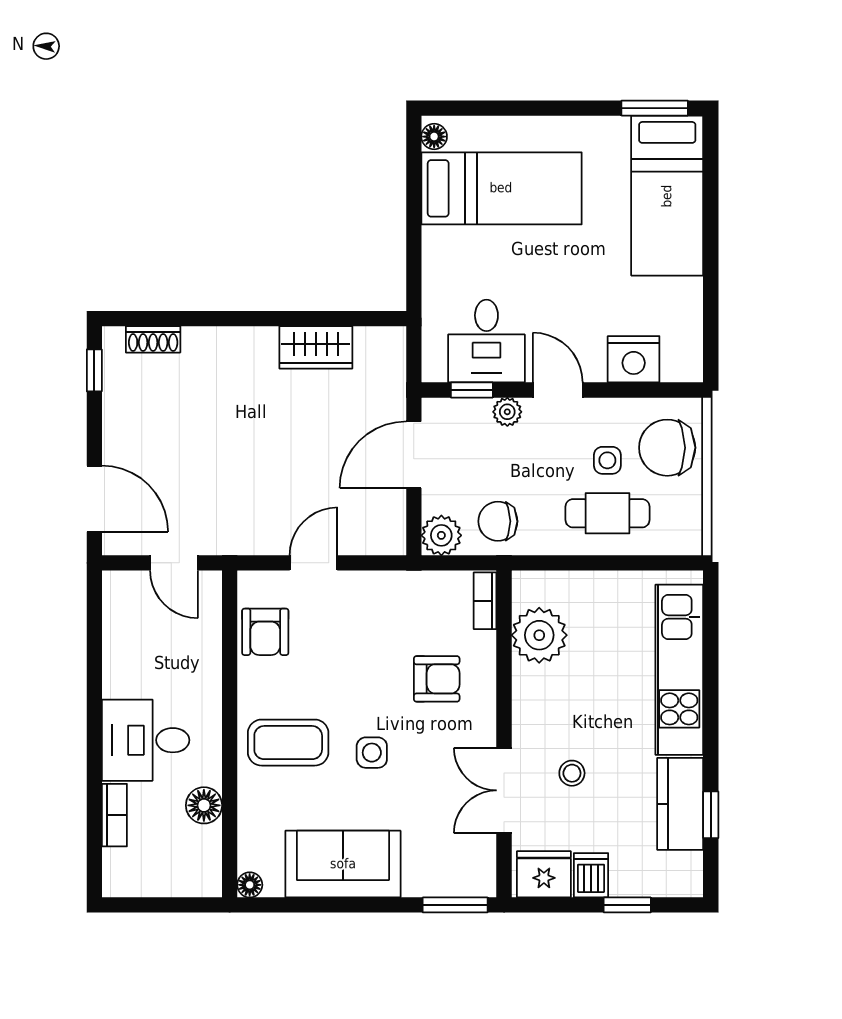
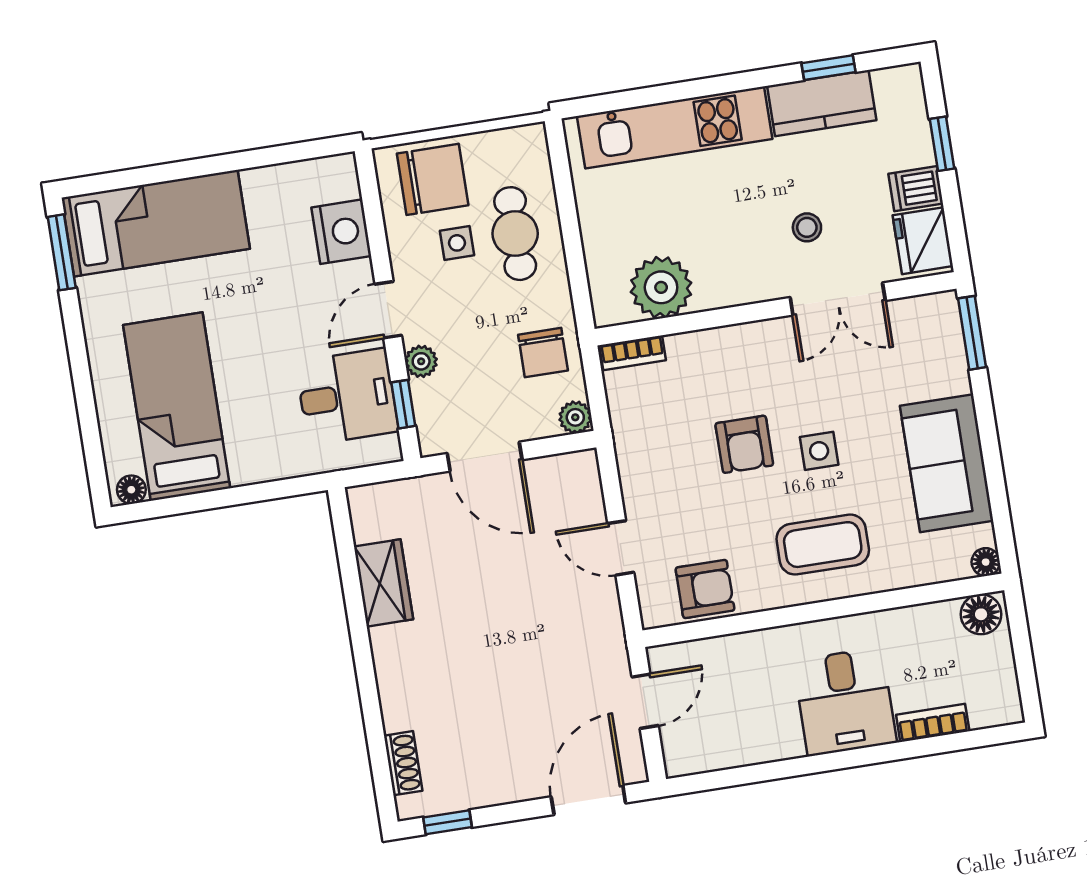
chair: (667, 448) -> (433, 179), turned -90
plant: (441, 535) -> (575, 417), width x0.73, depth x0.73
armchair: (437, 679) -> (744, 444), moved, turned 180
coffee table: (288, 743) -> (823, 545), turned 90
floor lamp: (204, 805) -> (981, 614), moved

